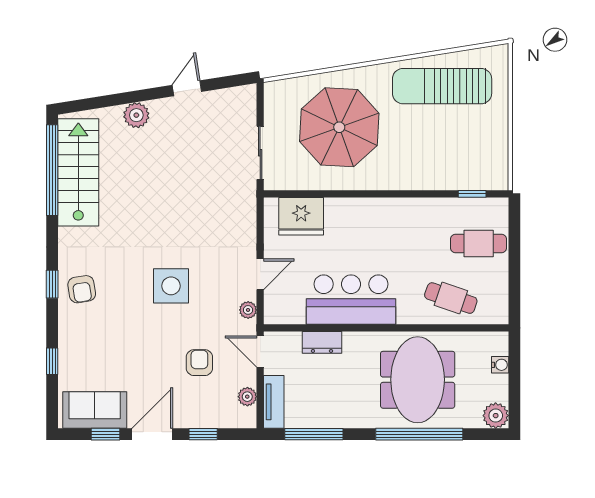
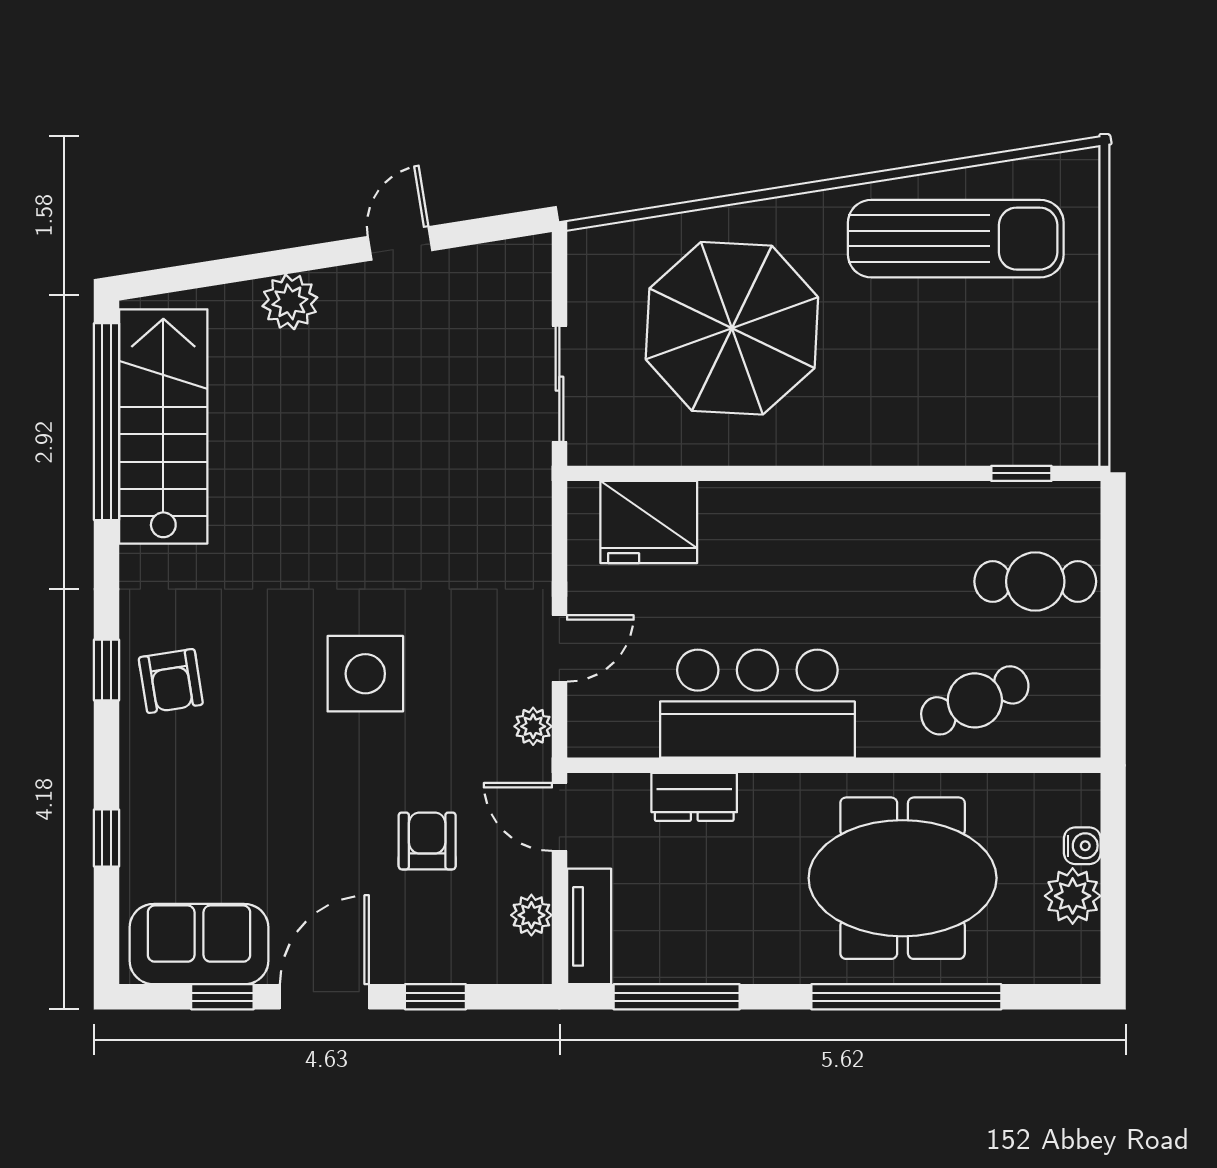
sun lounger: (442, 86) -> (956, 239), turned 180
cafe table: (451, 298) -> (975, 700), turned -42
meeting table: (418, 380) -> (903, 878), turned 90
plant: (496, 416) -> (1073, 896), moved

